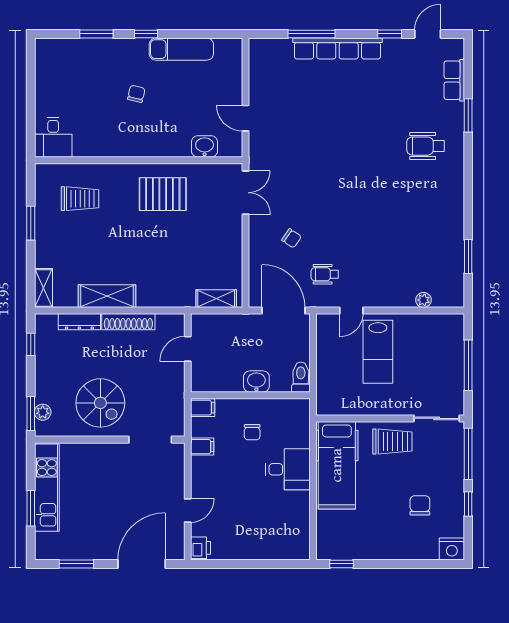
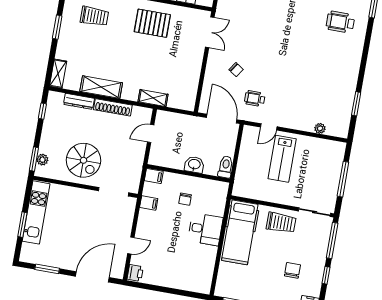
shelving: (216, 299) -> (153, 98), moved

